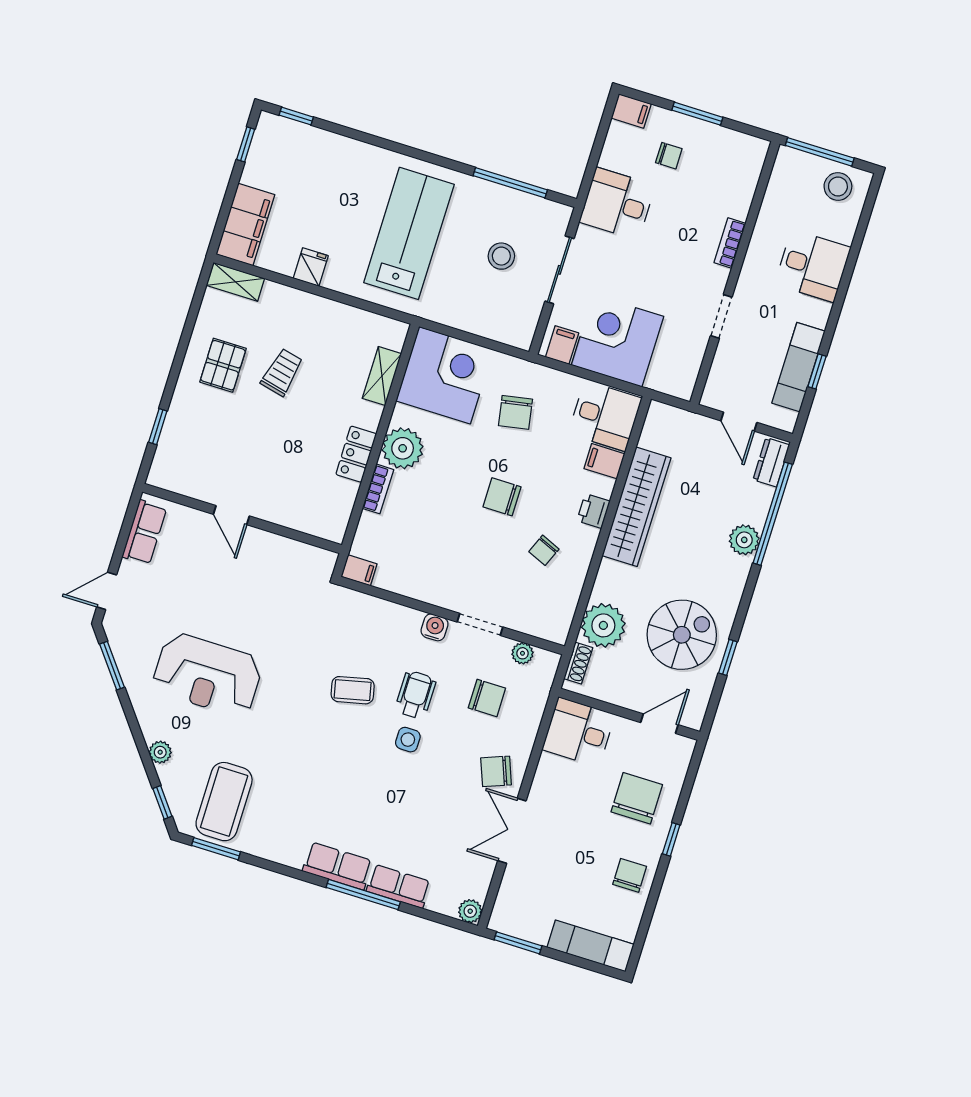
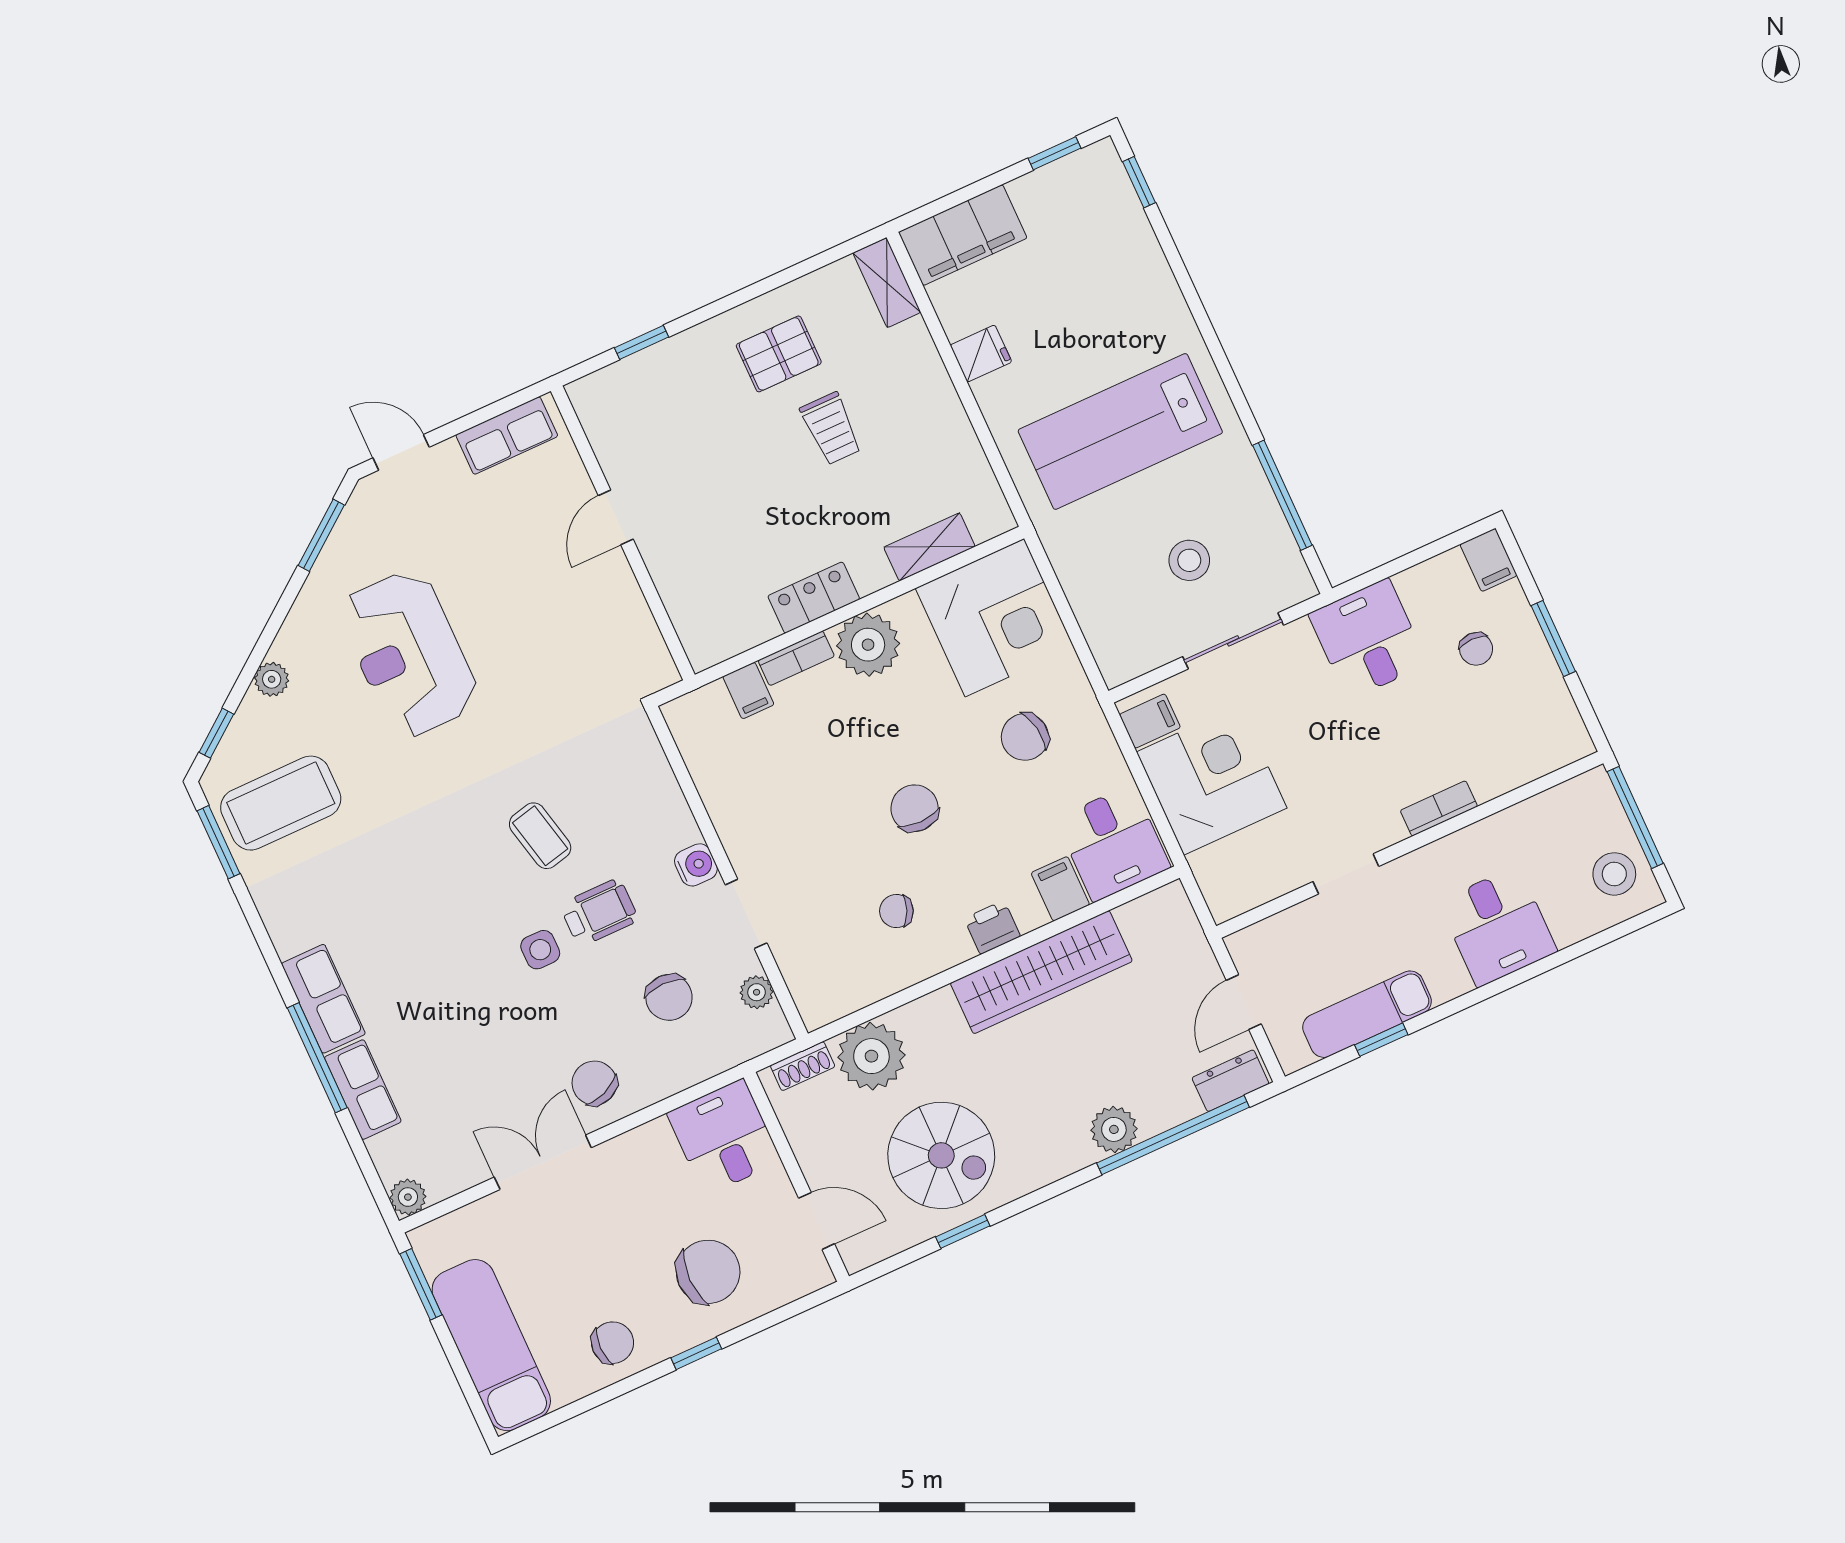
lab bench: (409, 233) -> (1120, 431), turned 180
trolley: (282, 372) -> (831, 429), turned 77
filing cabinet: (359, 570) -> (748, 691), moved
exam couch: (590, 946) -> (491, 1345), width x1.36, depth x1.45

